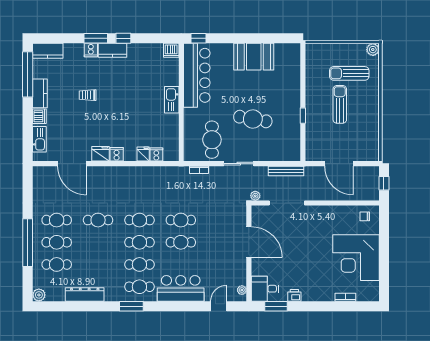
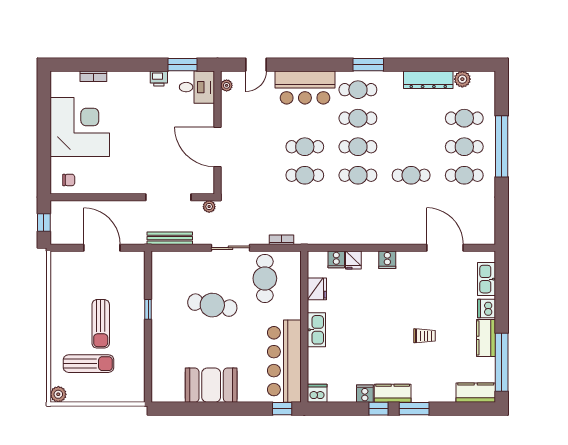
cooker: (91, 50) -> (365, 394), moved
fridge: (100, 154) -> (317, 289), moved, turned -90
plant: (39, 295) -> (462, 79), moved

